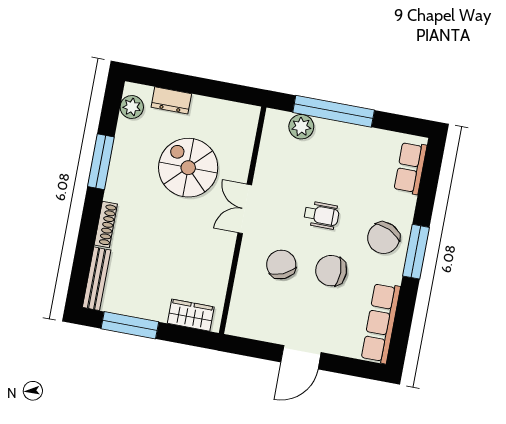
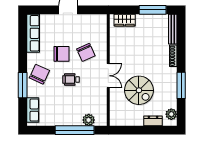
window: (416, 252) -> (23, 85), moved

